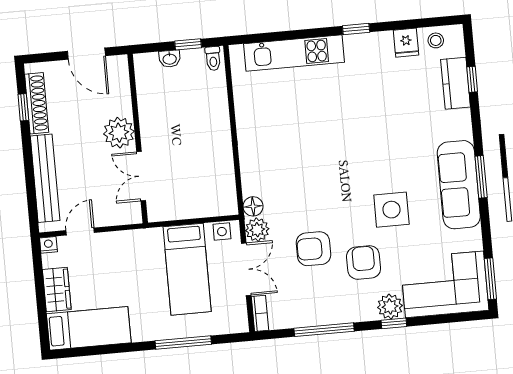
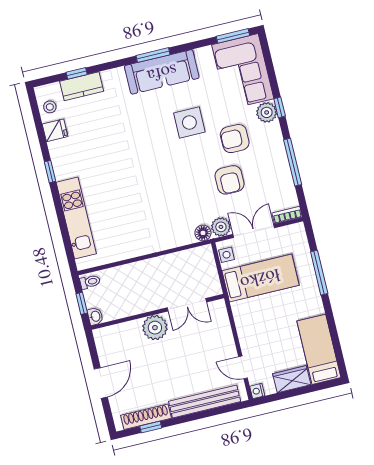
plant: (119, 133) -> (155, 328), moved
wall: (138, 139) -> (157, 312), moved
double door: (141, 176) -> (187, 305), moved

